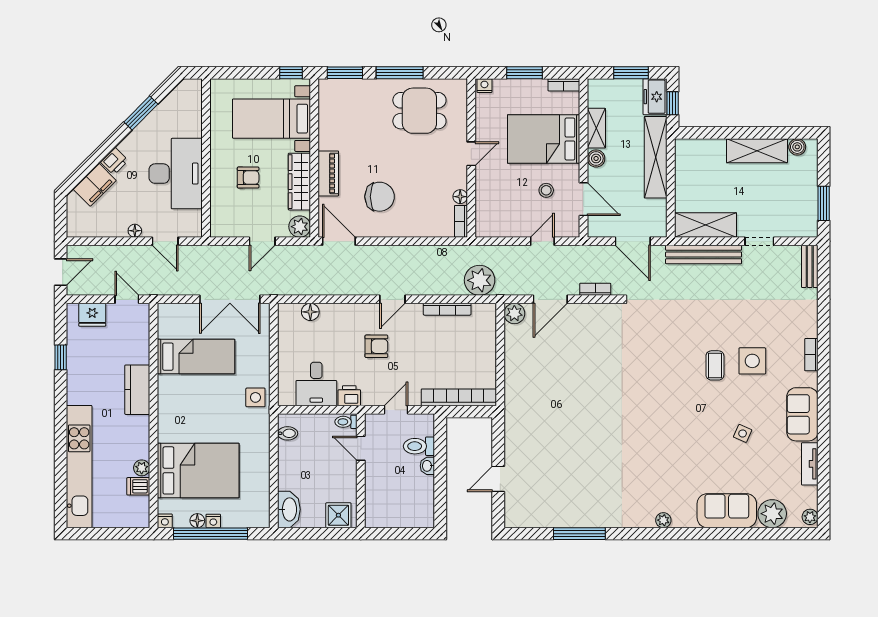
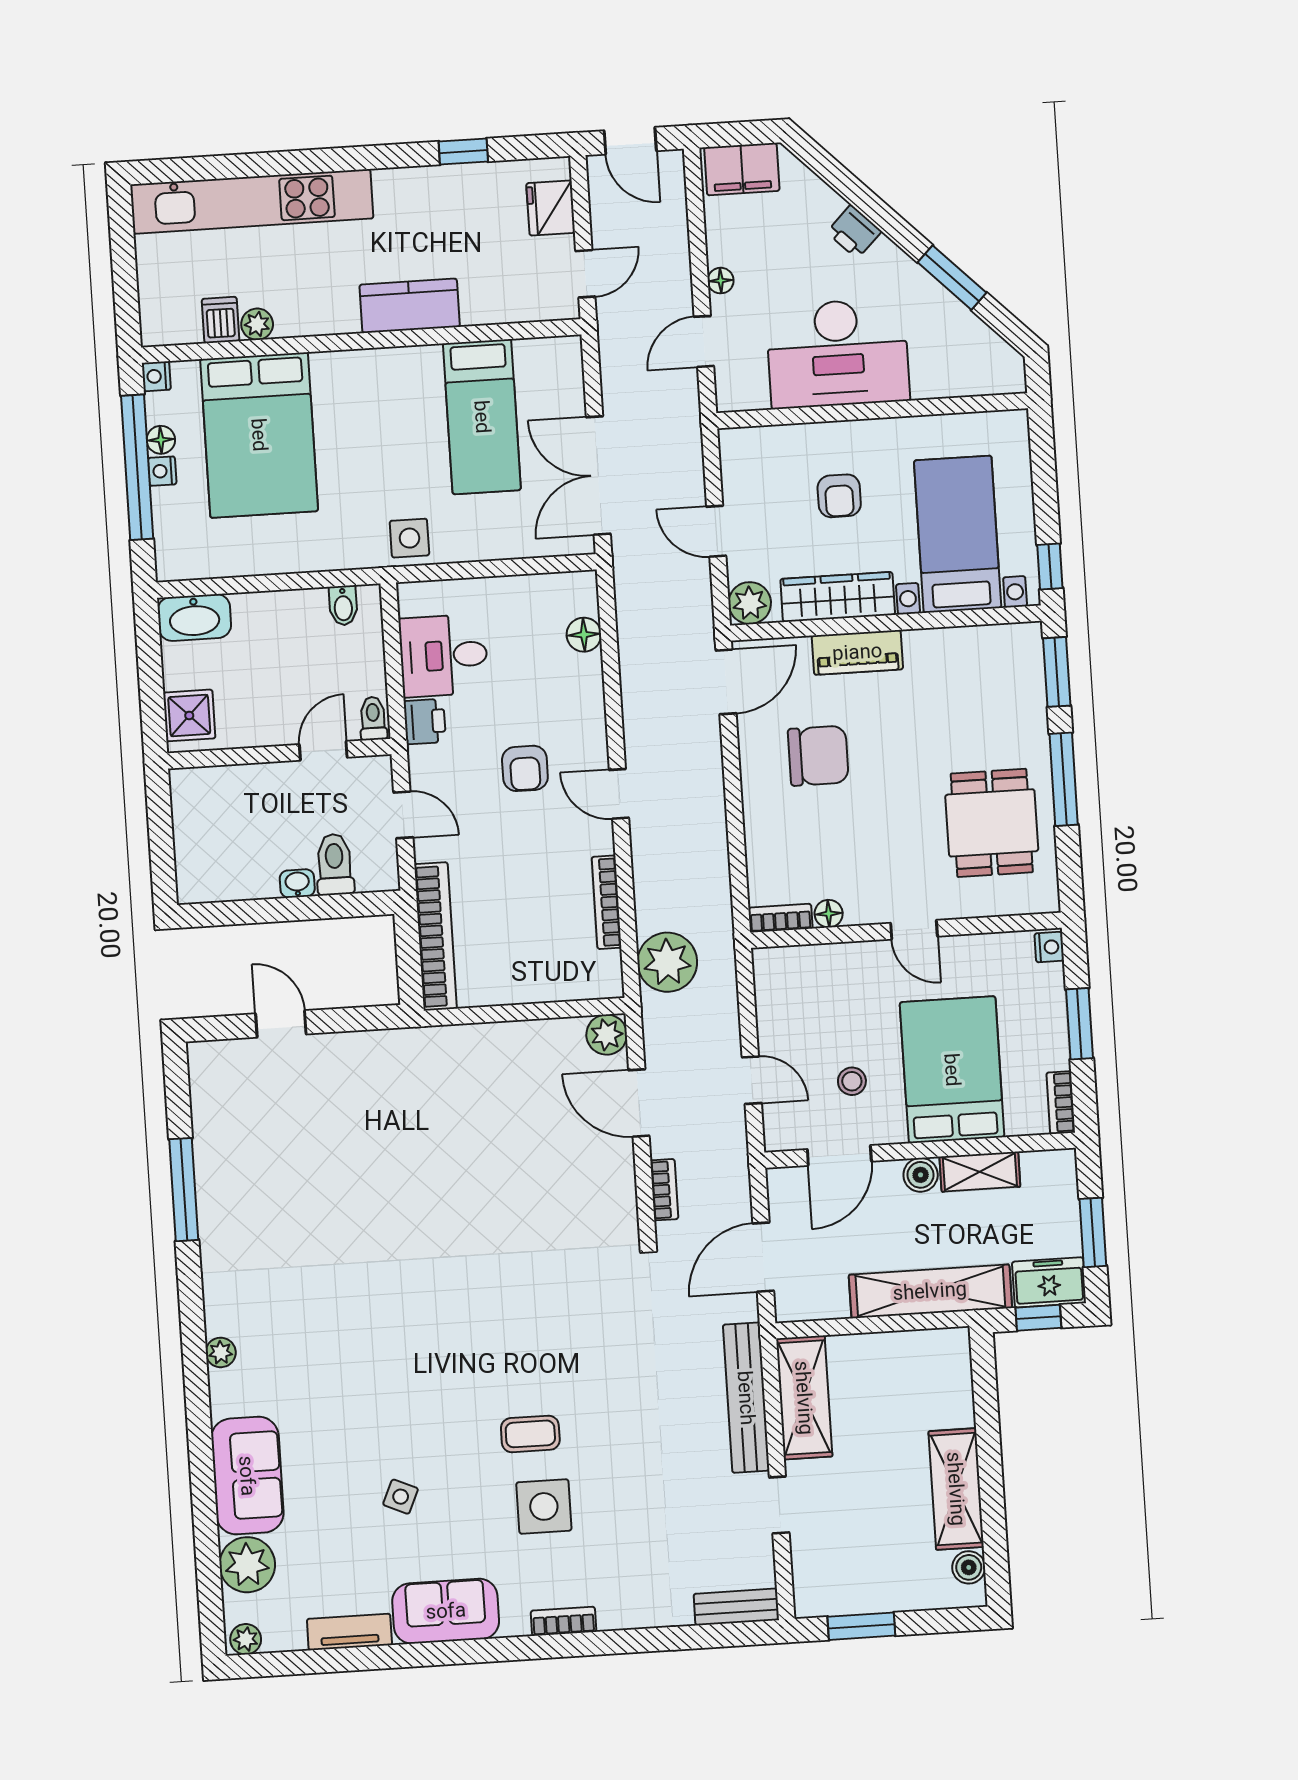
filing cabinet: (95, 185) -> (742, 169), moved, turned -45
chair: (380, 197) -> (818, 756), turned -90

